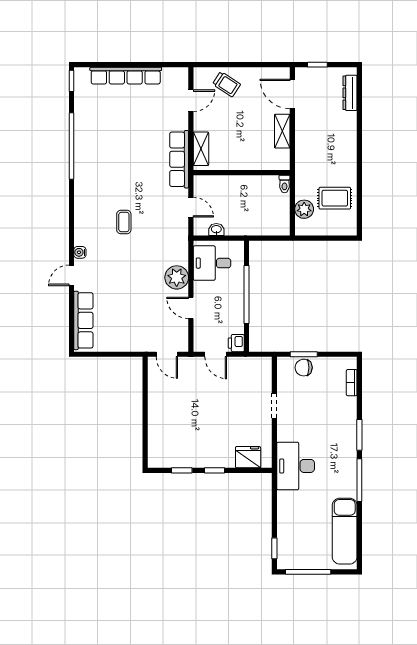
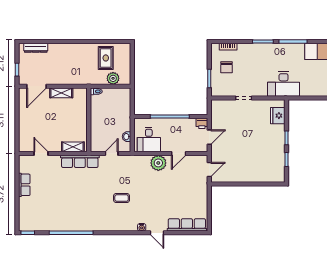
row of seats: (126, 76) -> (24, 185), width x0.50
trolley: (226, 84) -> (30, 130), removed
chair: (304, 368) -> (227, 67), moved

